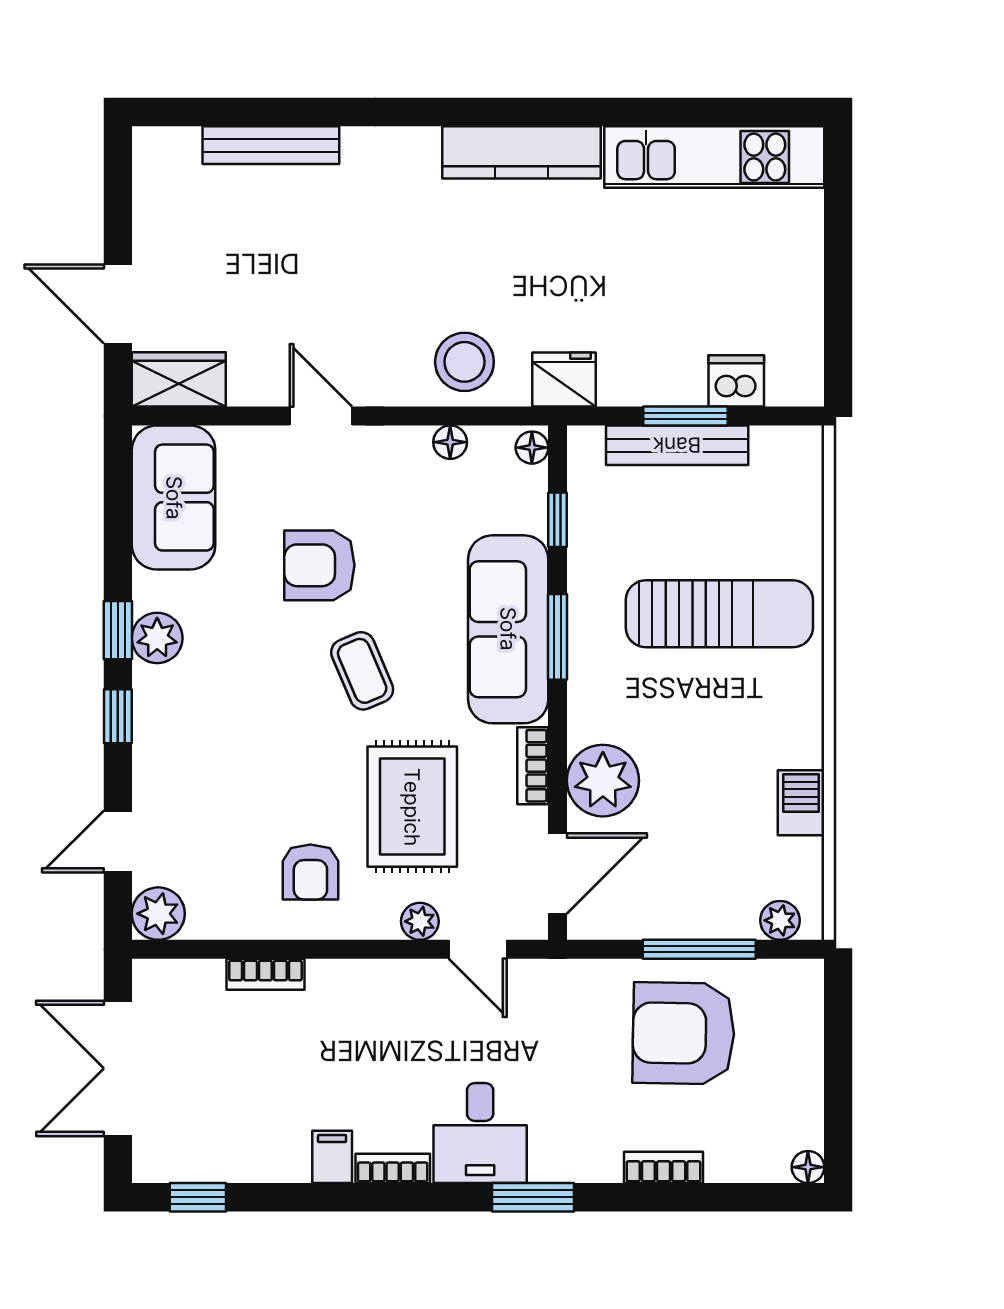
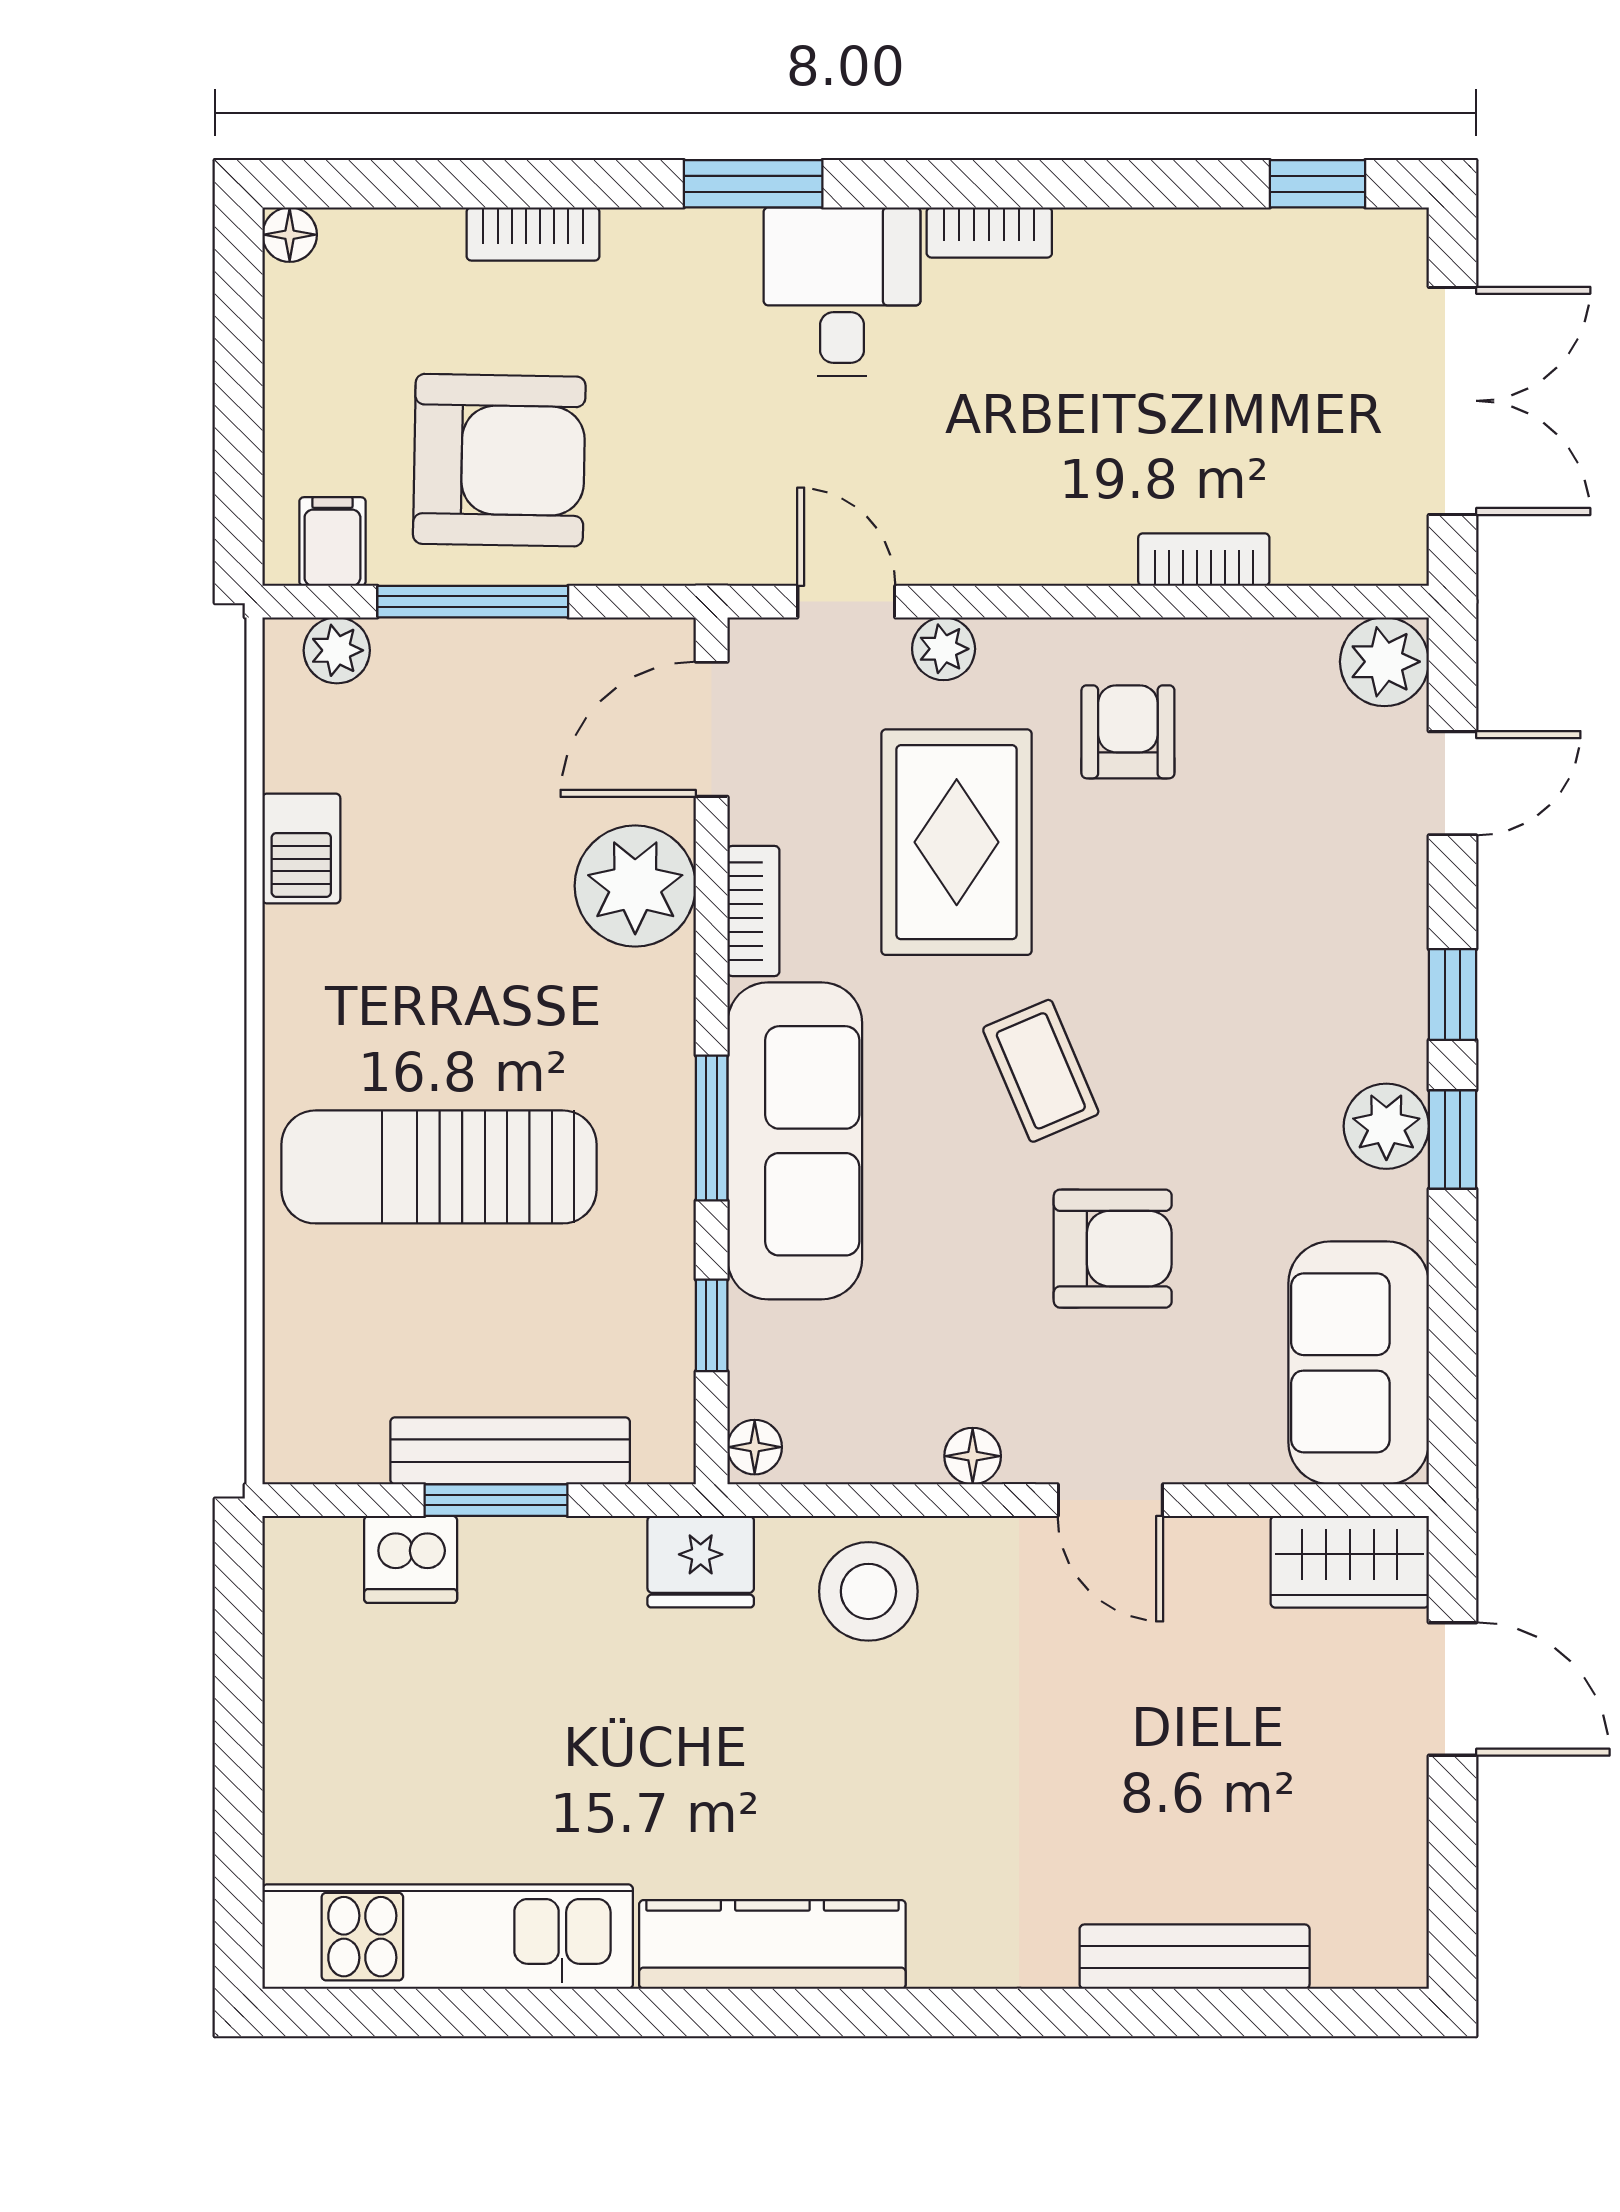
floor lamp: (450, 442) -> (973, 1456), moved
filing cabinet: (332, 1157) -> (332, 541), moved, turned 180

